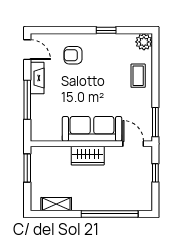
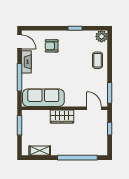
sofa: (92, 129) -> (43, 98), moved

